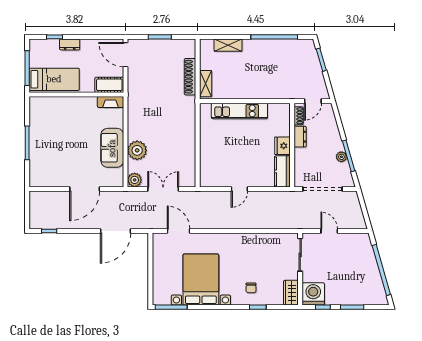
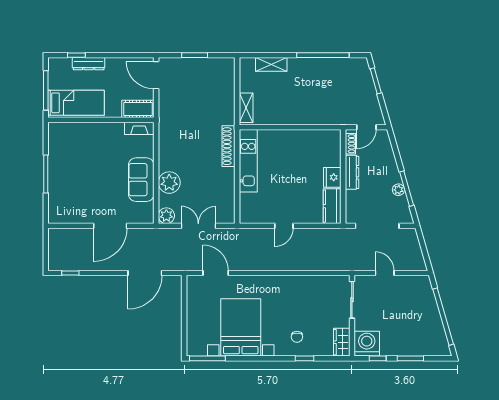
dresser: (70, 44) -> (89, 64), width x1.44
shoe rack: (190, 77) -> (229, 146), moved
kitchen unit: (239, 111) -> (248, 161), moved, turned -90
dresser: (300, 137) -> (352, 172), width x1.44

